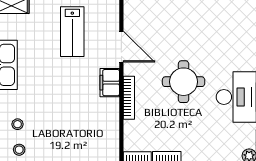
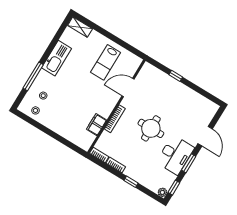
door: (121, 47) -> (128, 87), swing flipped
filing cabinet: (110, 83) -> (97, 125), moved

